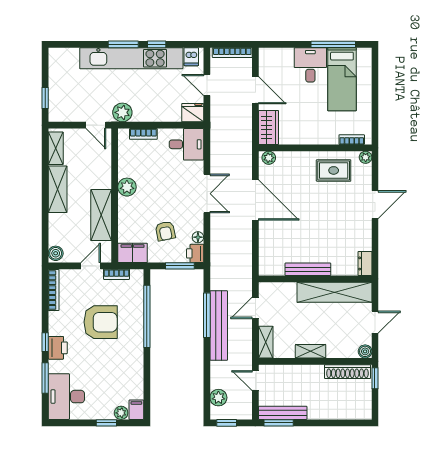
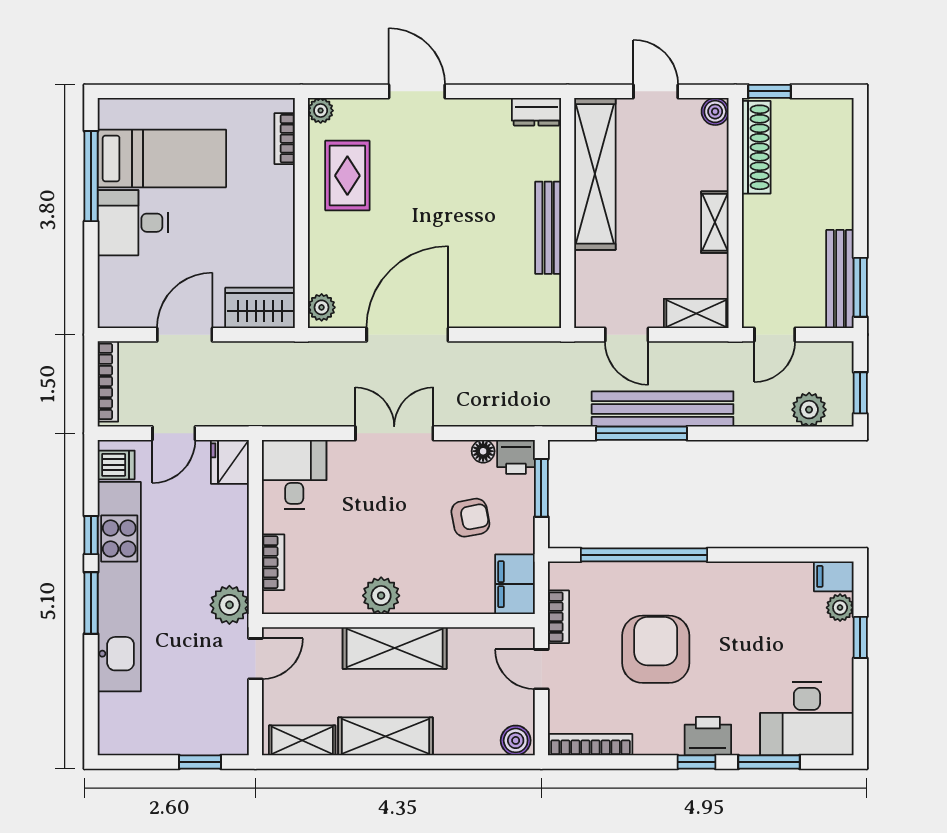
shelving: (101, 215) -> (395, 648), moved

